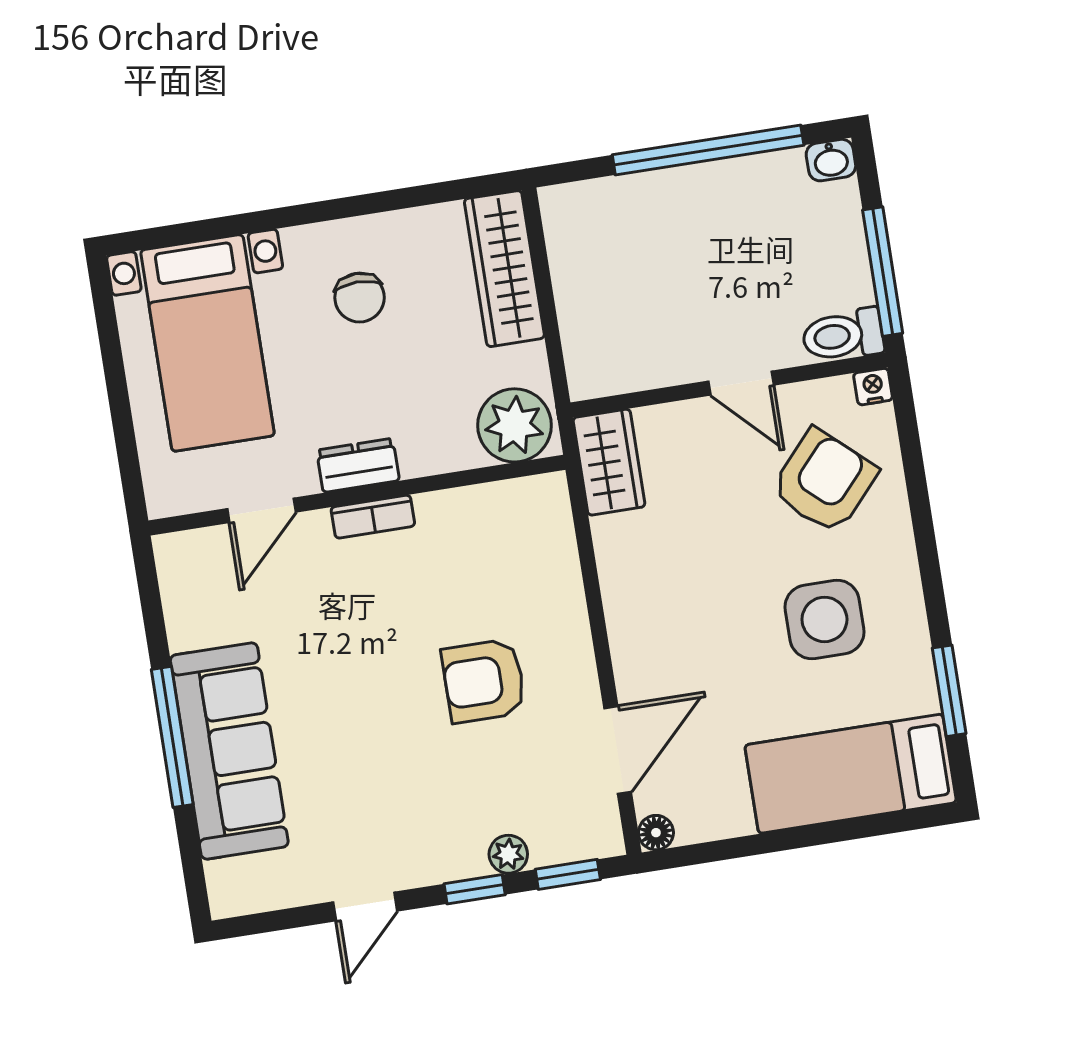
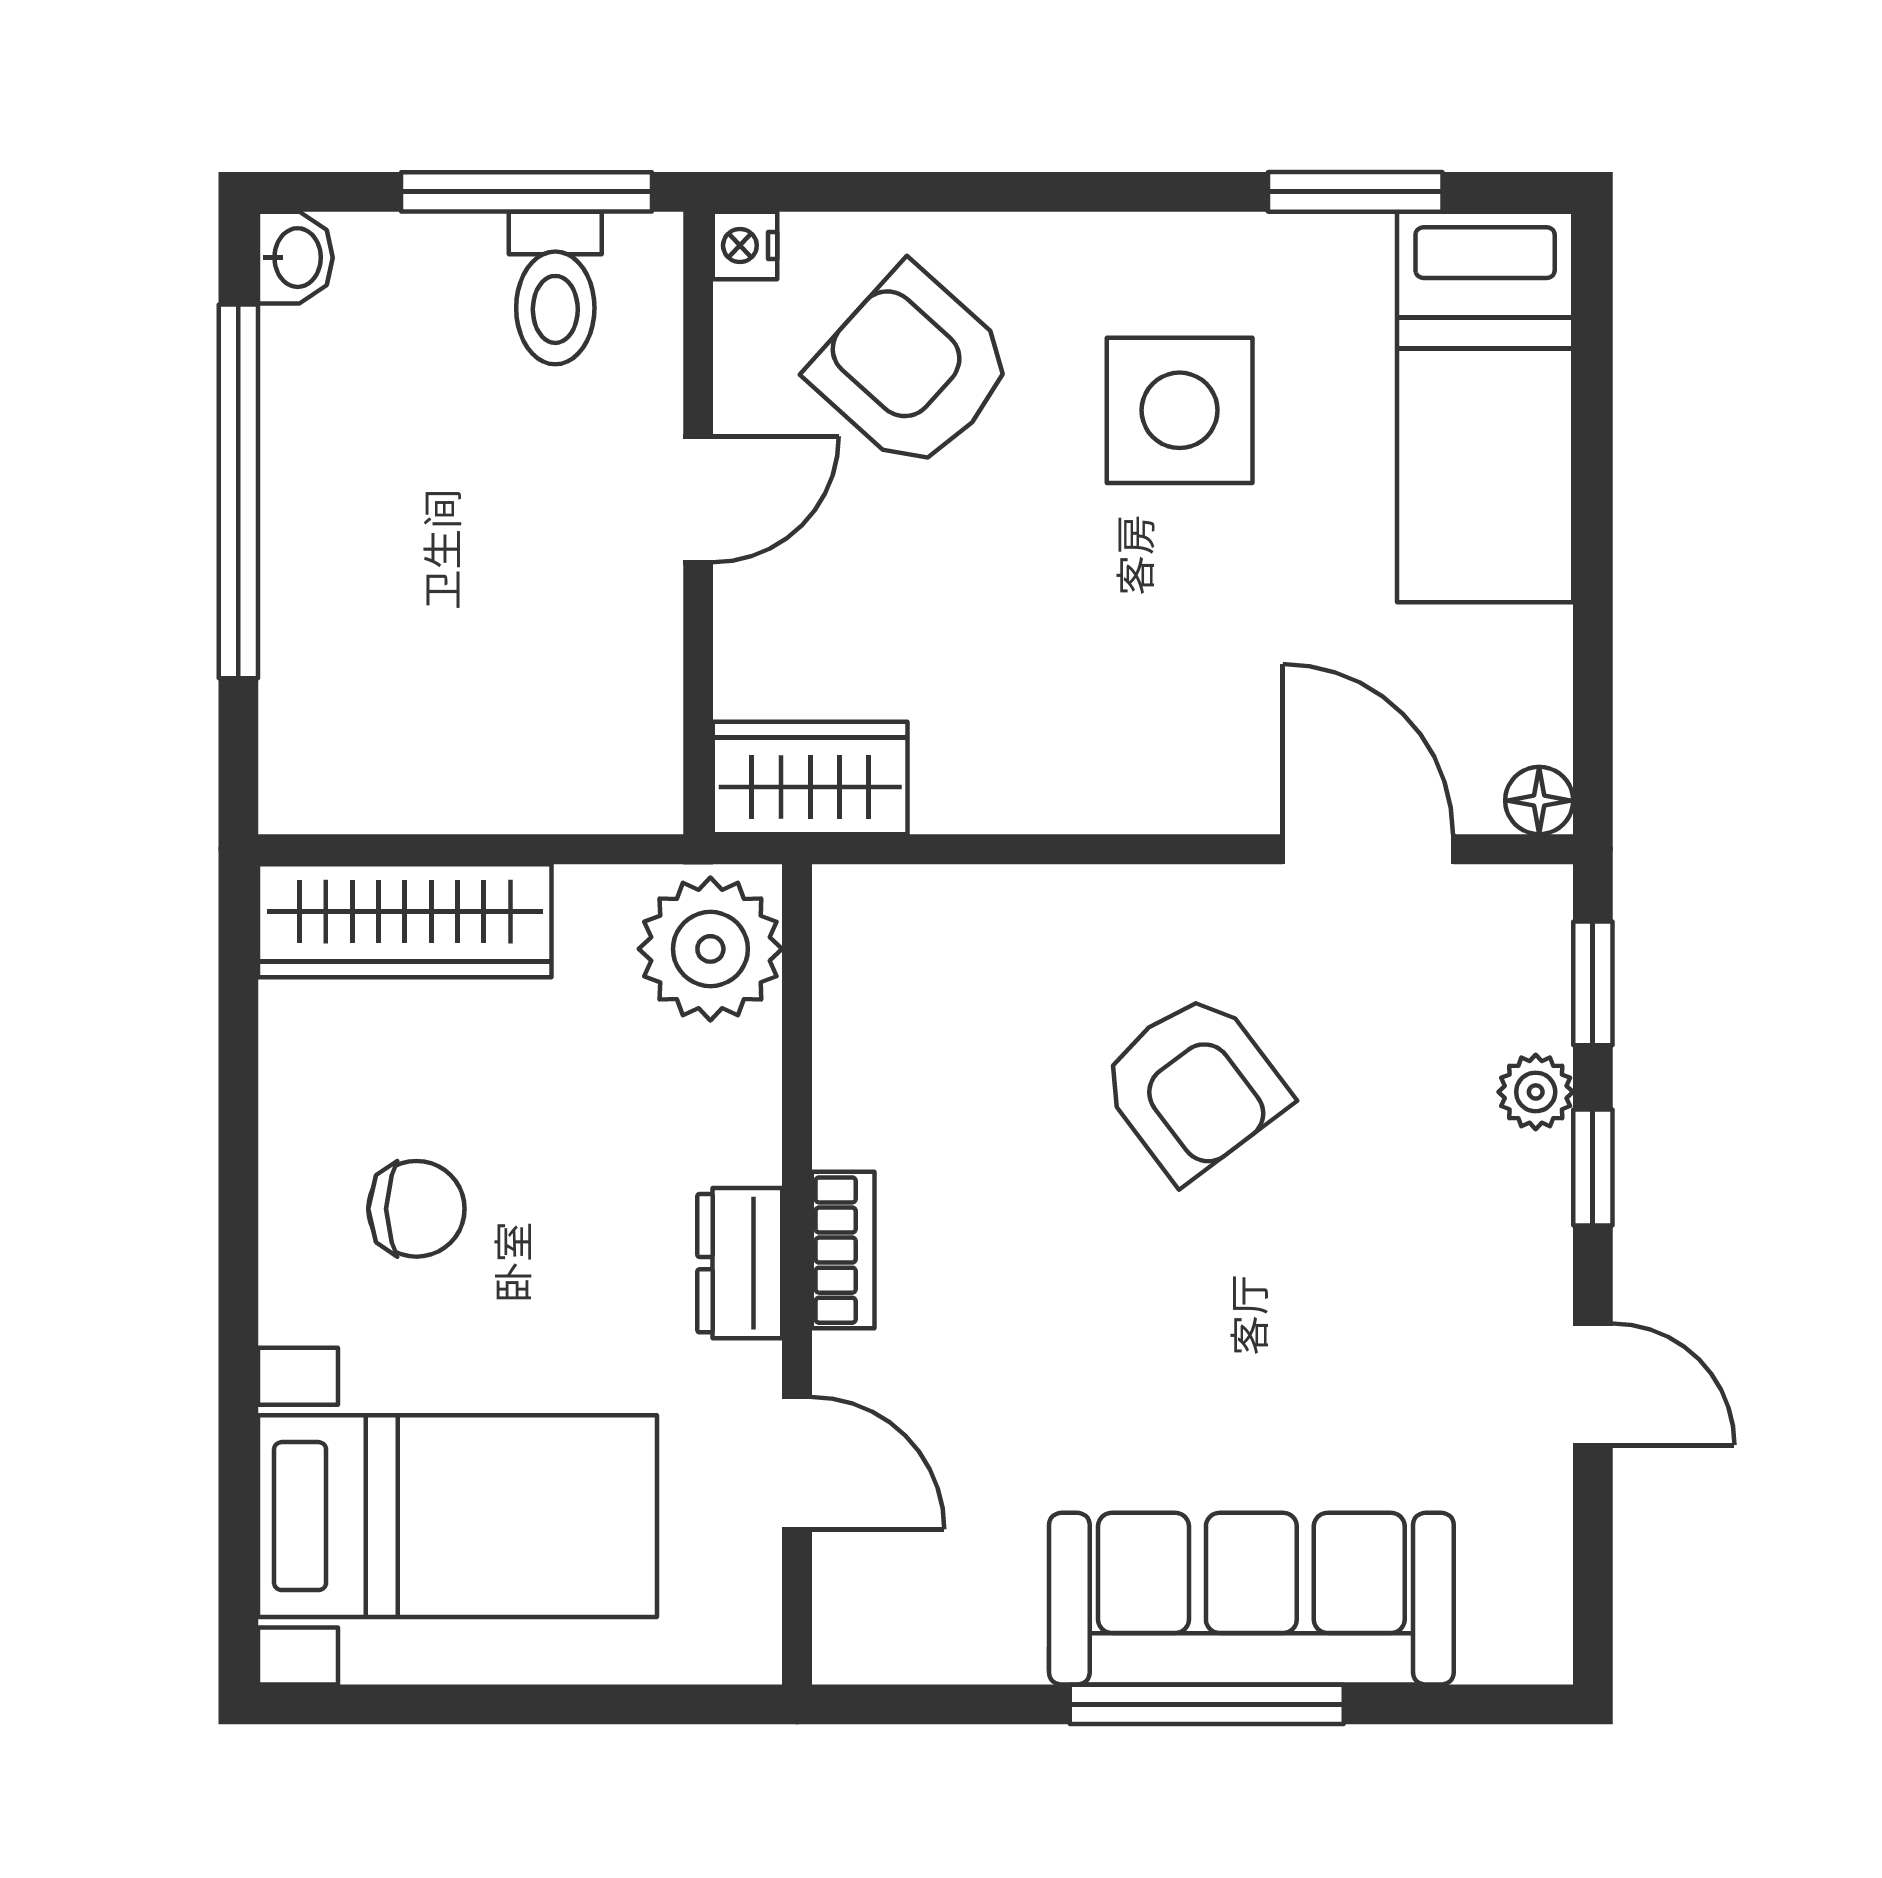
toilet: (843, 335) -> (555, 288), moved
armchair: (484, 681) -> (1194, 1086), turned -37

